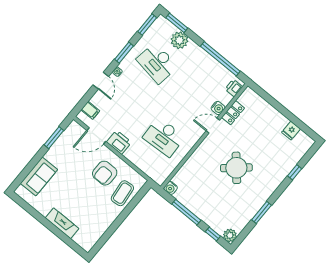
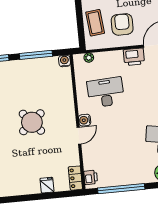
water cooler: (218, 108) -> (85, 120), moved
locker: (233, 113) -> (75, 178), moved
fridge: (291, 131) -> (47, 185), moved
plant: (151, 173) -> (89, 58), added

